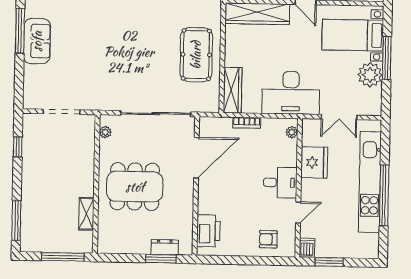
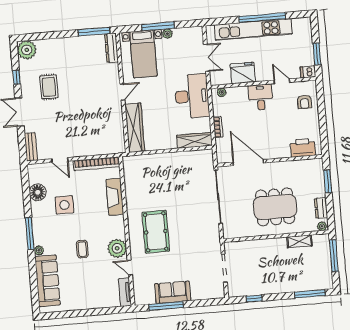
pool table: (196, 55) -> (156, 232), moved, turned 90
plant: (370, 75) -> (167, 34), width x0.53, depth x0.53
plant: (105, 132) -> (322, 226), moved
dining table: (135, 187) -> (275, 207), turned 90
dresser: (165, 247) -> (321, 208), moved

